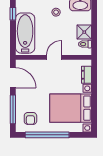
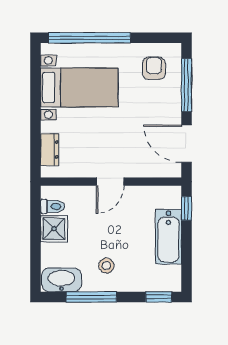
window: (13, 14) -> (187, 208), moved
bathtub: (25, 33) -> (168, 237), width x0.73, depth x0.73
bed with nightstands: (71, 108) -> (79, 87), width x0.73
window: (47, 135) -> (89, 38), moved

